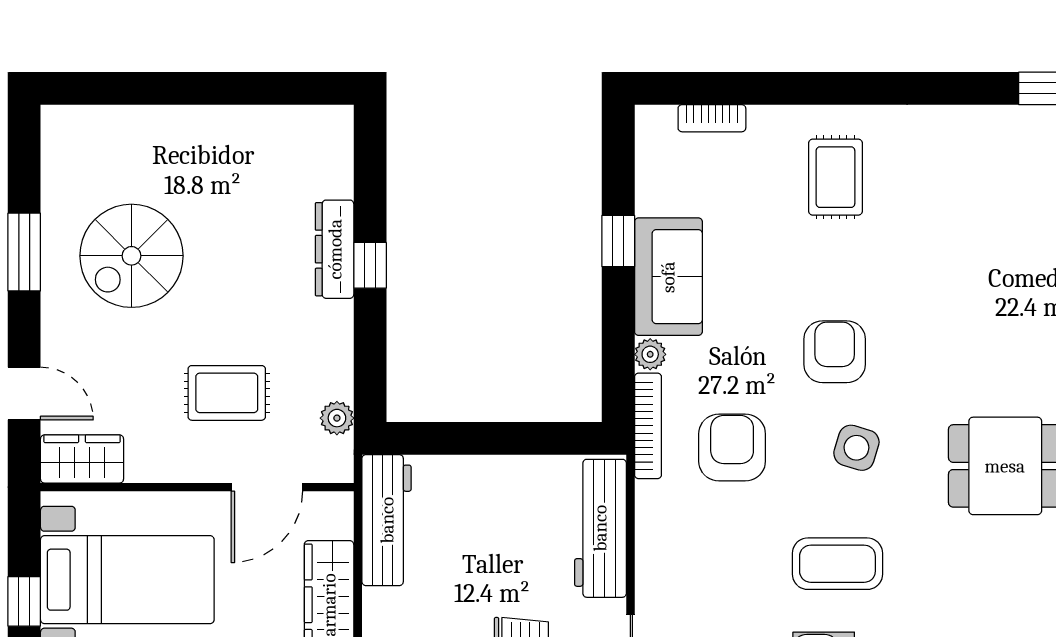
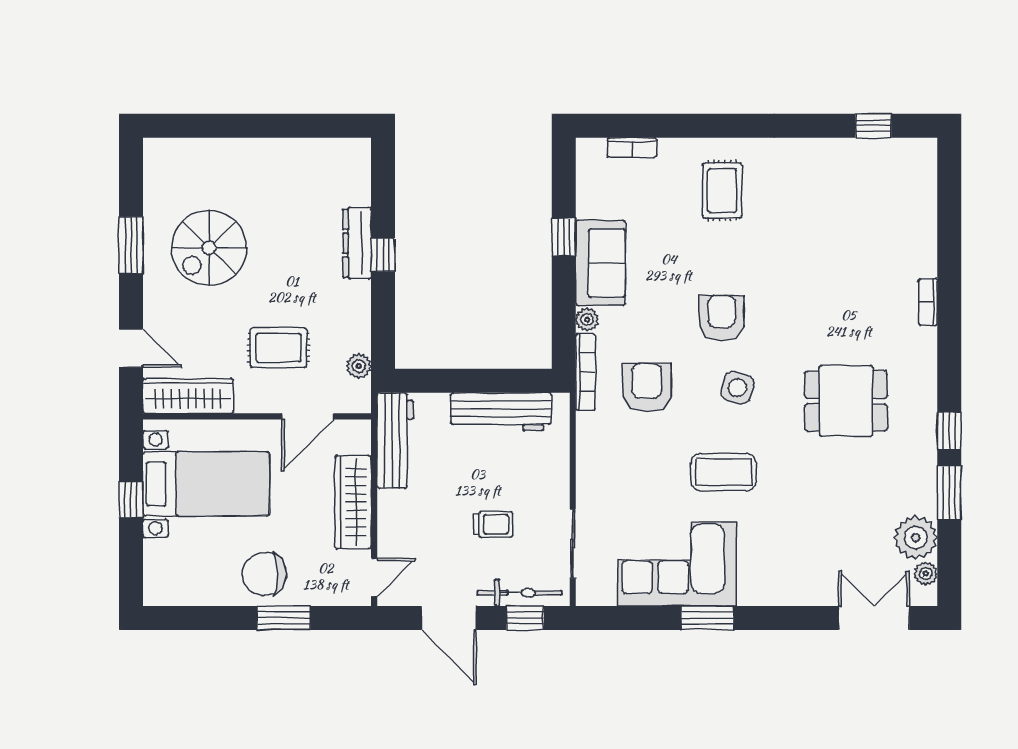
wardrobe: (82, 459) -> (188, 396), width x1.50
workbench: (600, 528) -> (501, 412), moved, turned -90

